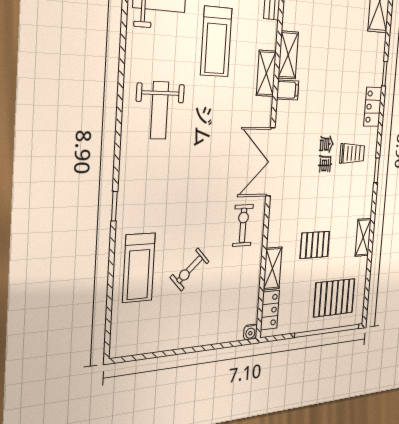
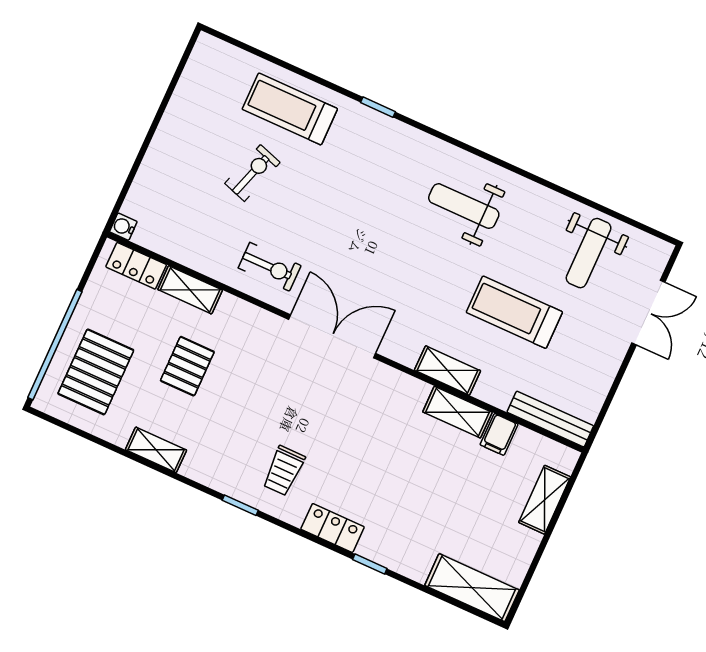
filing cabinet: (288, 90) -> (499, 434), moved
exercise bike: (190, 269) -> (252, 173), turned 61

